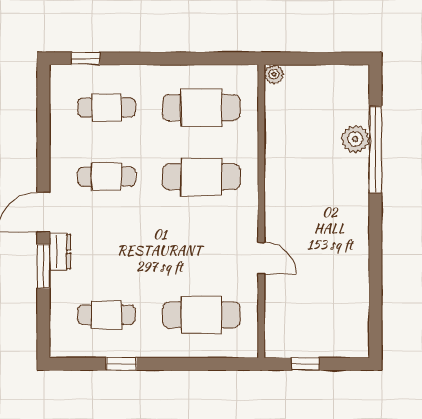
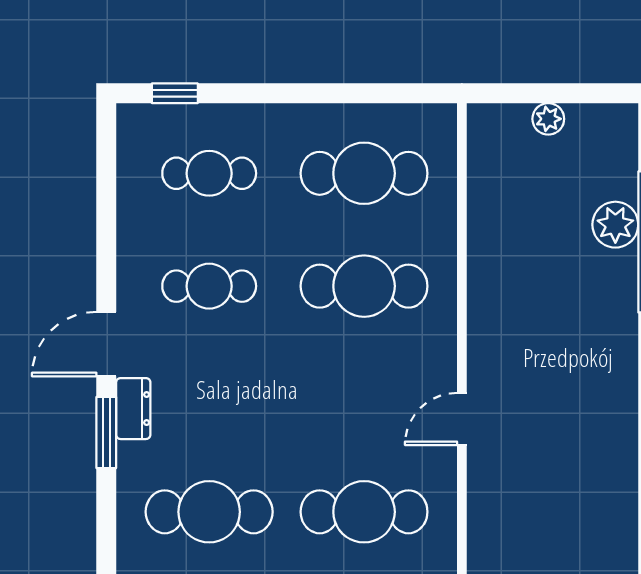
plant: (274, 74) -> (548, 119), moved
door: (261, 258) -> (462, 419), swing flipped
cafe table: (106, 315) -> (209, 512), width x1.37, depth x1.35

